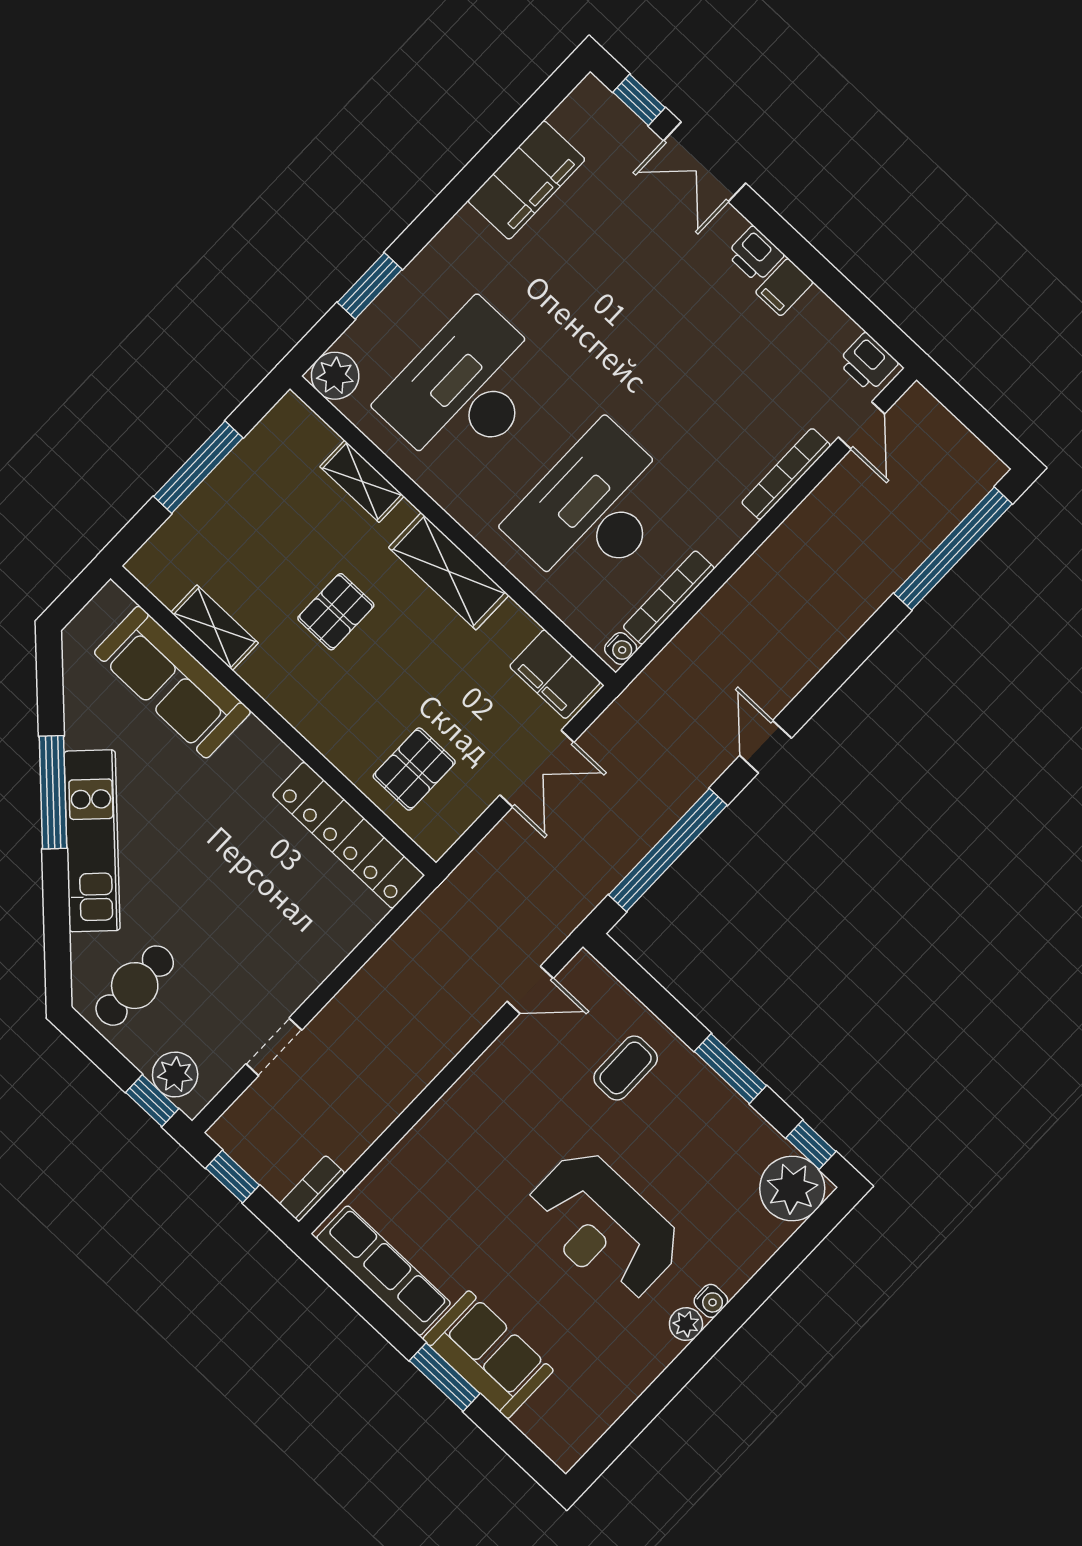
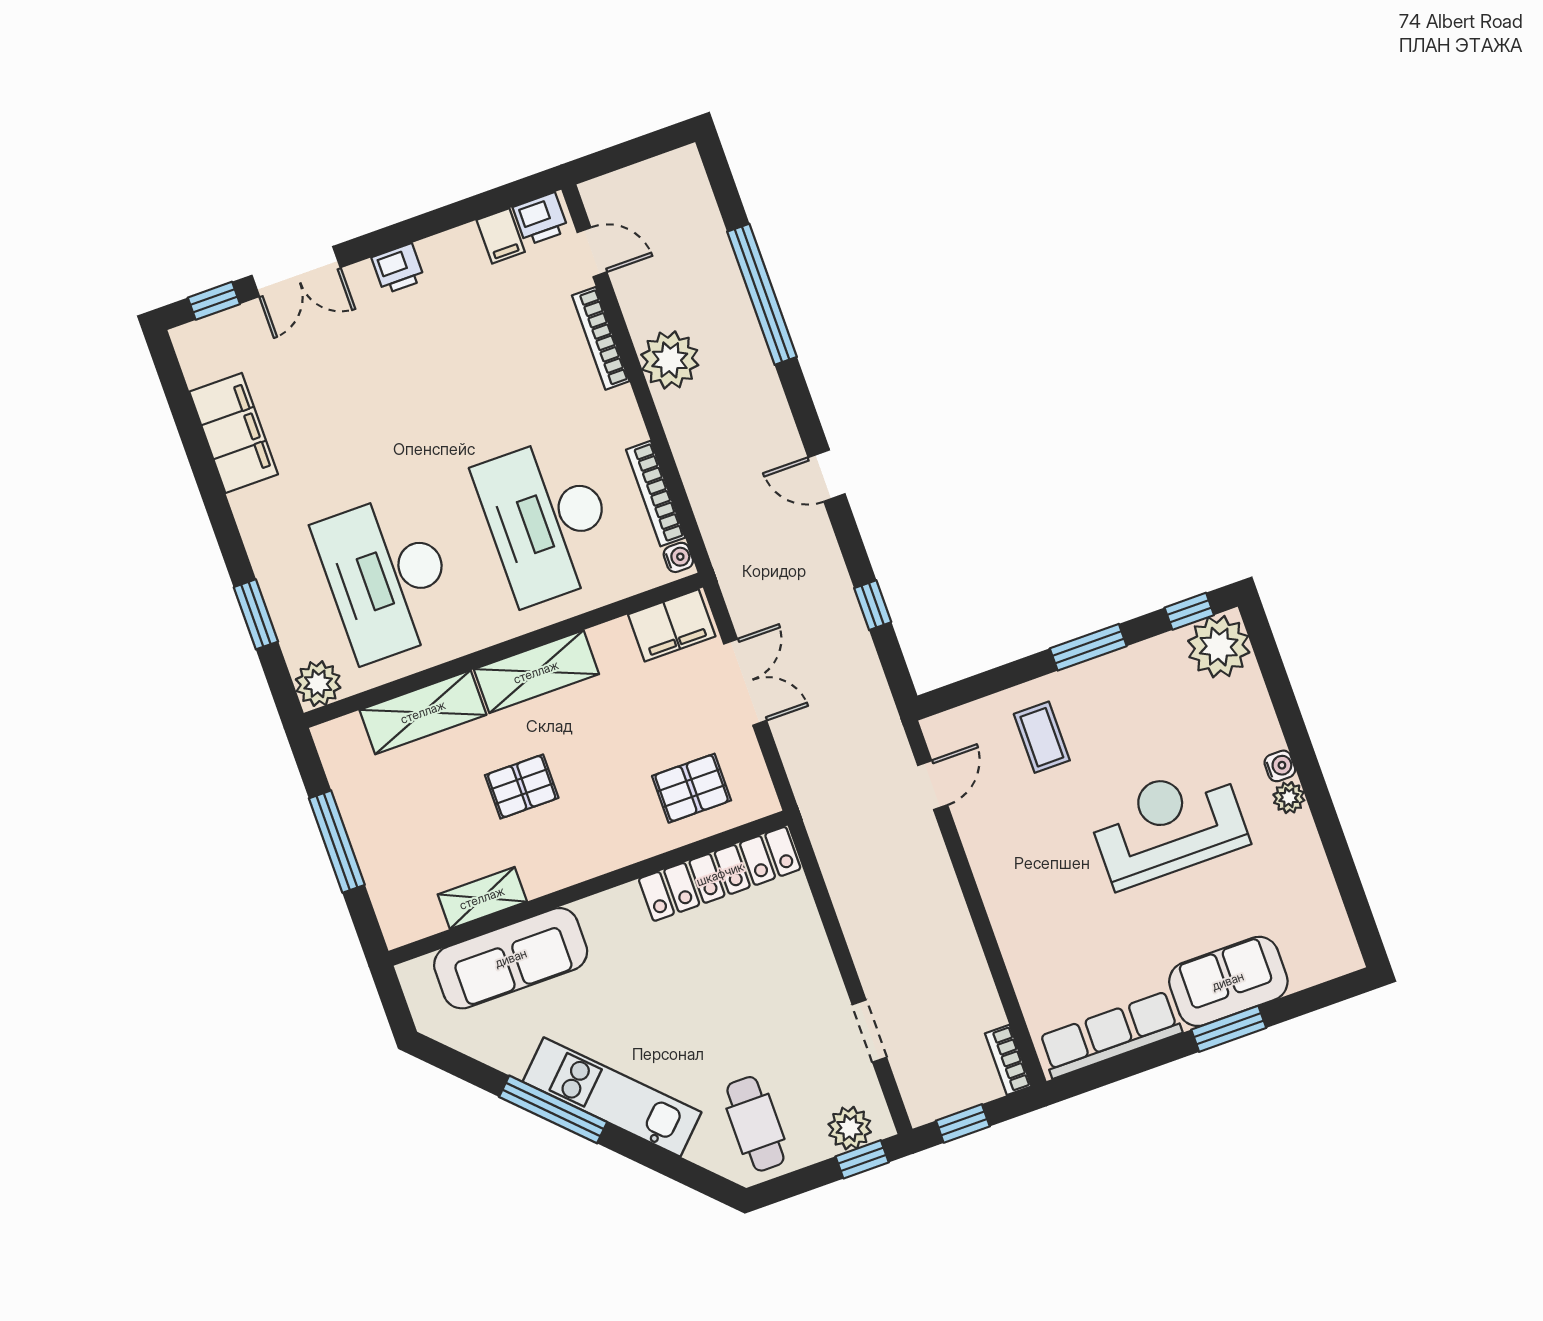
filing cabinet: (784, 287) -> (501, 236), moved
shelving: (362, 481) -> (423, 712), width x1.50, depth x1.33
plant: (799, 548) -> (670, 360), added
window: (953, 549) -> (762, 294), moved
pallet: (336, 612) -> (522, 786), turned 90
pallet: (414, 769) -> (692, 788), turned 90
window: (668, 850) -> (873, 605), width x0.32
reception desk: (604, 1226) -> (1168, 825), turned 180

